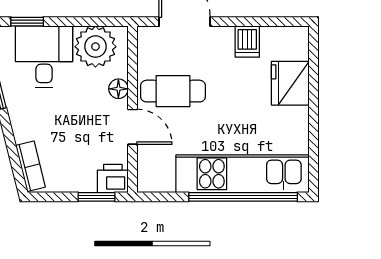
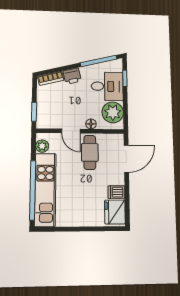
fridge: (290, 83) -> (115, 212), moved, turned -90
door: (133, 127) -> (71, 131), hinge flipped
printer: (113, 178) -> (72, 76), moved, turned 76
plant: (162, 181) -> (42, 146), added

